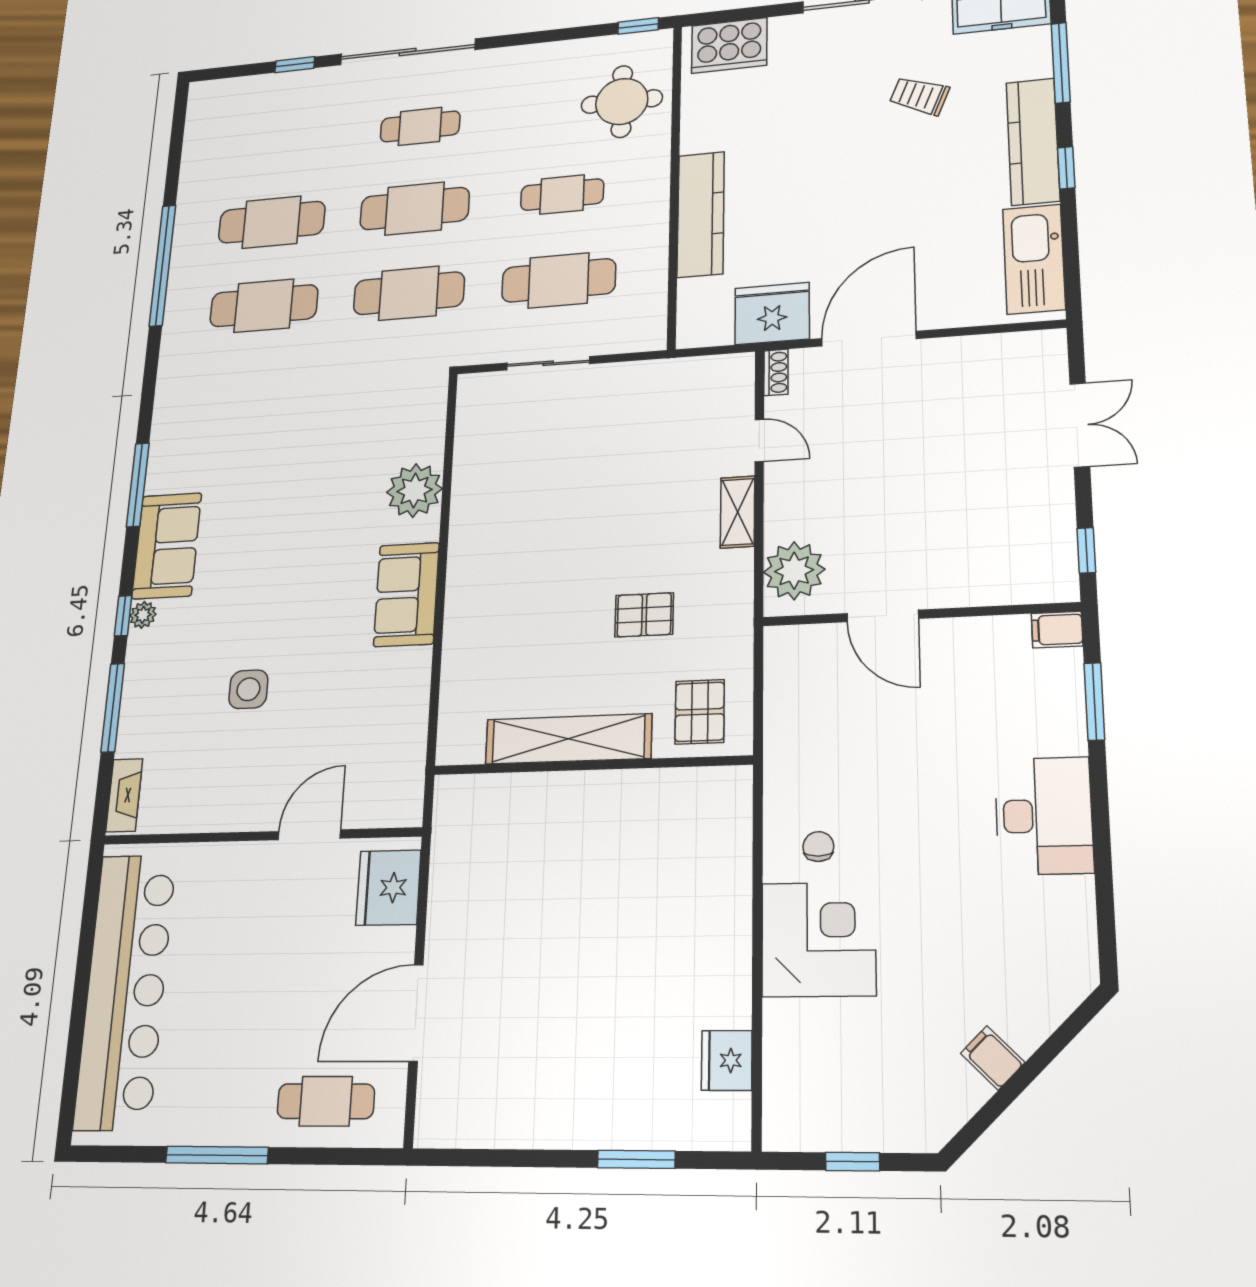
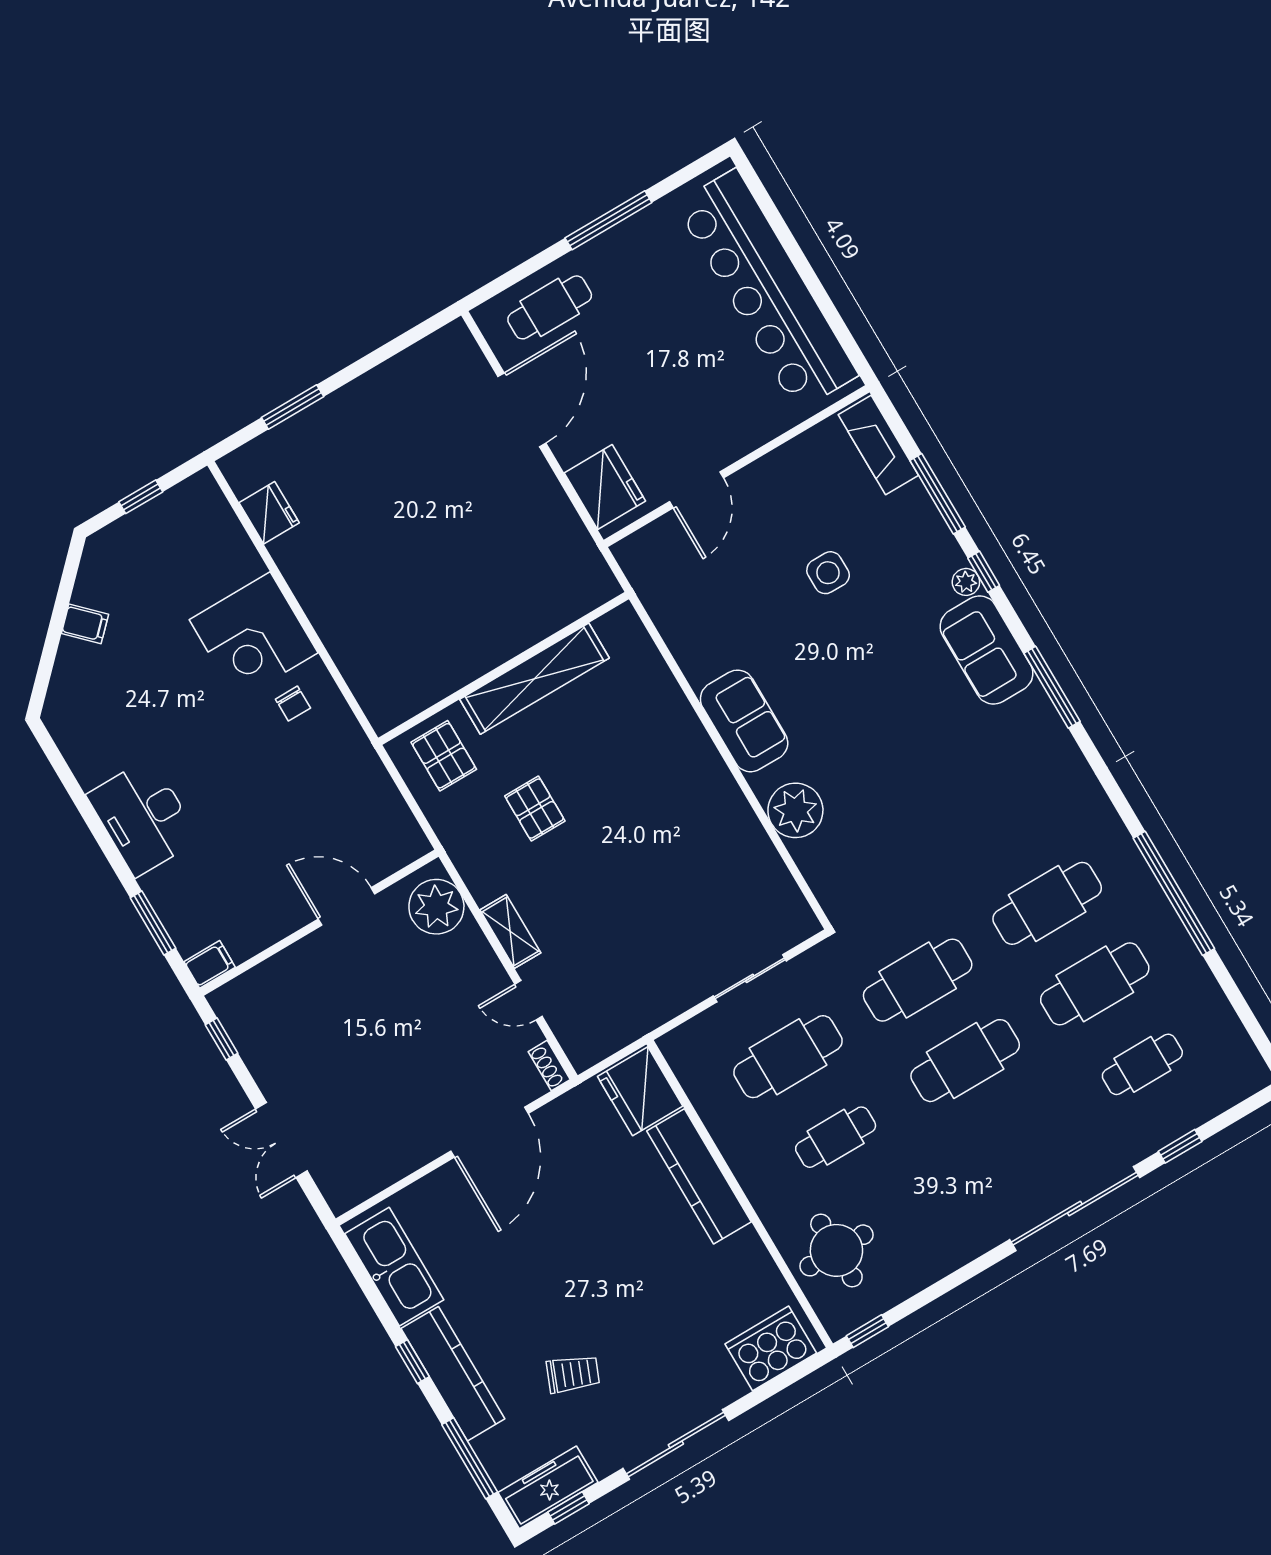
cafe table: (420, 126) -> (1142, 1064), moved
fridge: (772, 314) -> (640, 1091), moved, turned 90
pallet: (644, 615) -> (535, 809), turned 90
fireplace: (124, 795) -> (878, 445), width x1.37, depth x1.32

